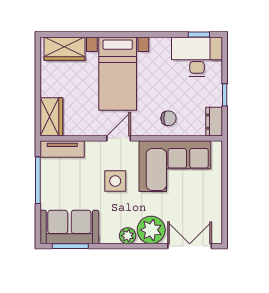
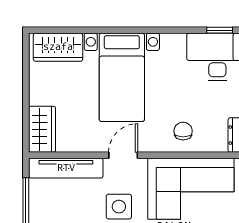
chair: (168, 118) -> (183, 131), turned -90
tv unit: (62, 149) -> (66, 168), width x1.41

